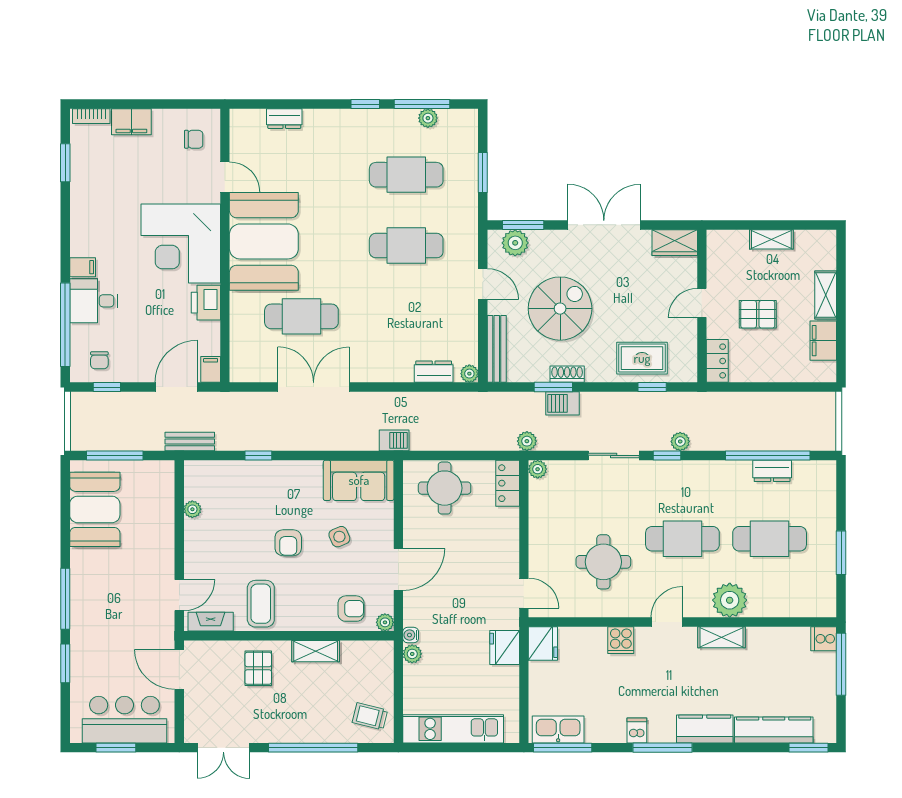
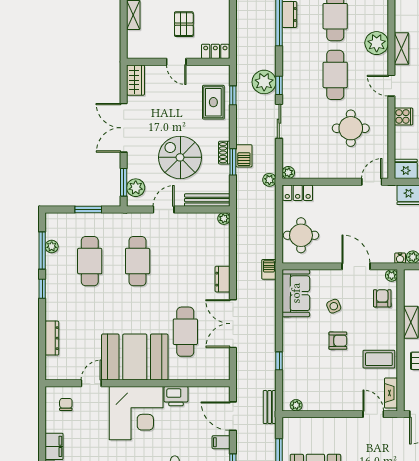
dresser: (284, 119) -> (52, 338), width x1.44
filing cabinet: (211, 369) -> (221, 442), moved
dresser: (434, 372) -> (223, 279), moved
plant: (680, 441) -> (264, 82), width x1.87, depth x1.87
plant: (192, 509) -> (296, 405), moved

